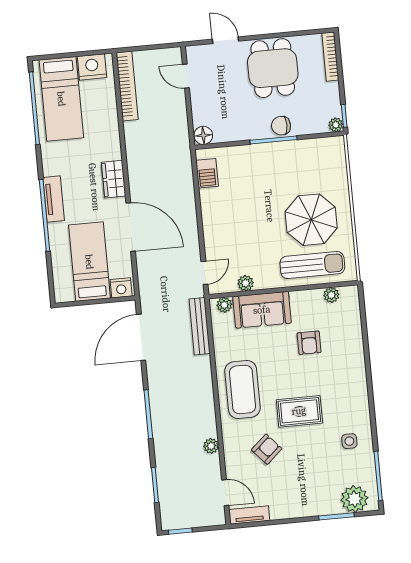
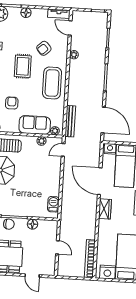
door: (186, 76) -> (57, 247), moved
floor lamp: (203, 135) -> (33, 224), moved
door: (141, 337) -> (103, 120), hinge flipped
rug: (299, 411) -> (23, 66), turned 90
floor lamp: (308, 508) -> (26, 13), added

